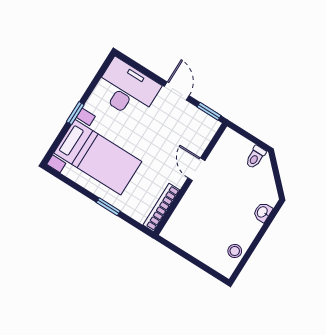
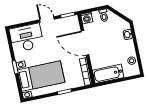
washing machine: (230, 139) -> (87, 18), added
door: (196, 169) -> (85, 43), width x1.88
bathtub: (188, 238) -> (108, 74), added

